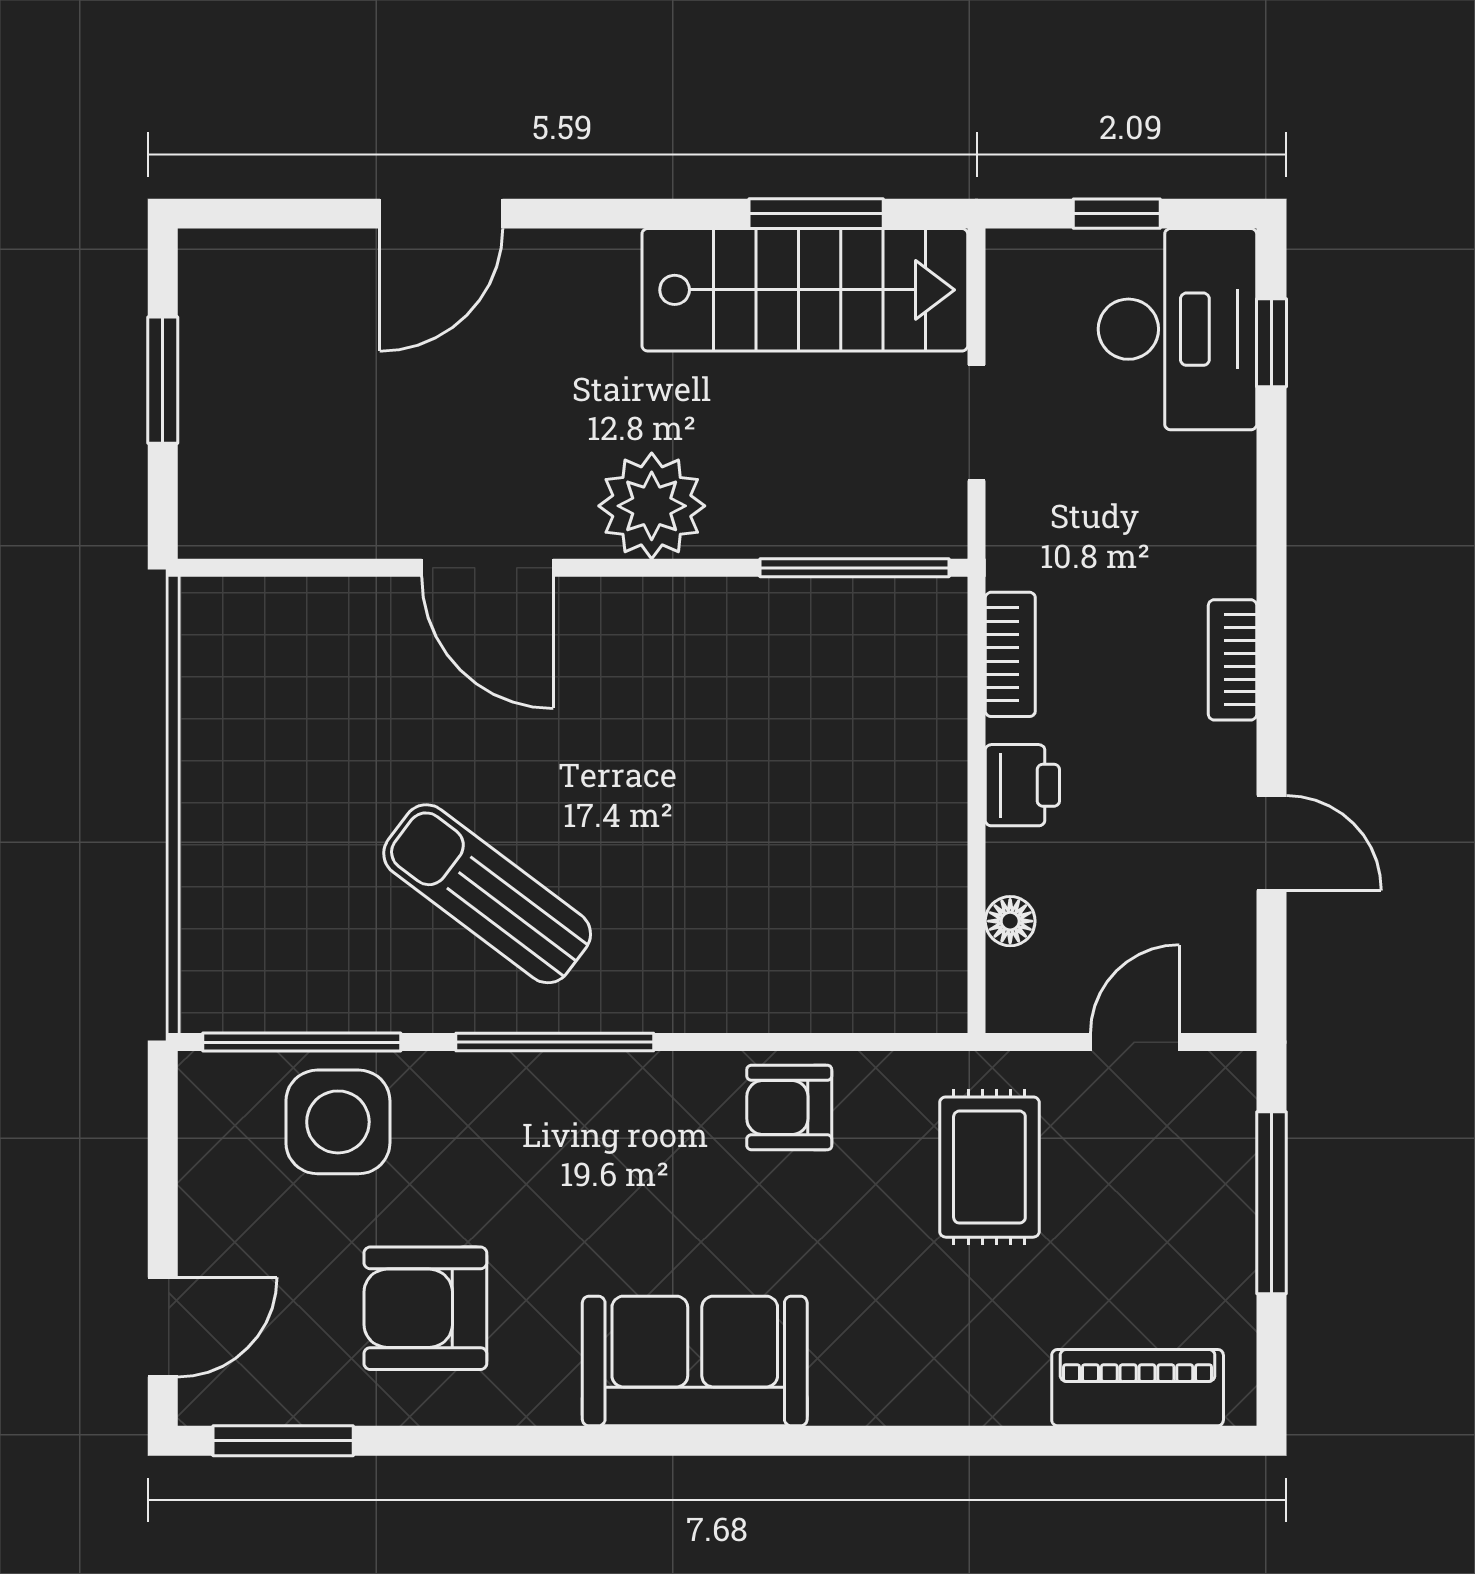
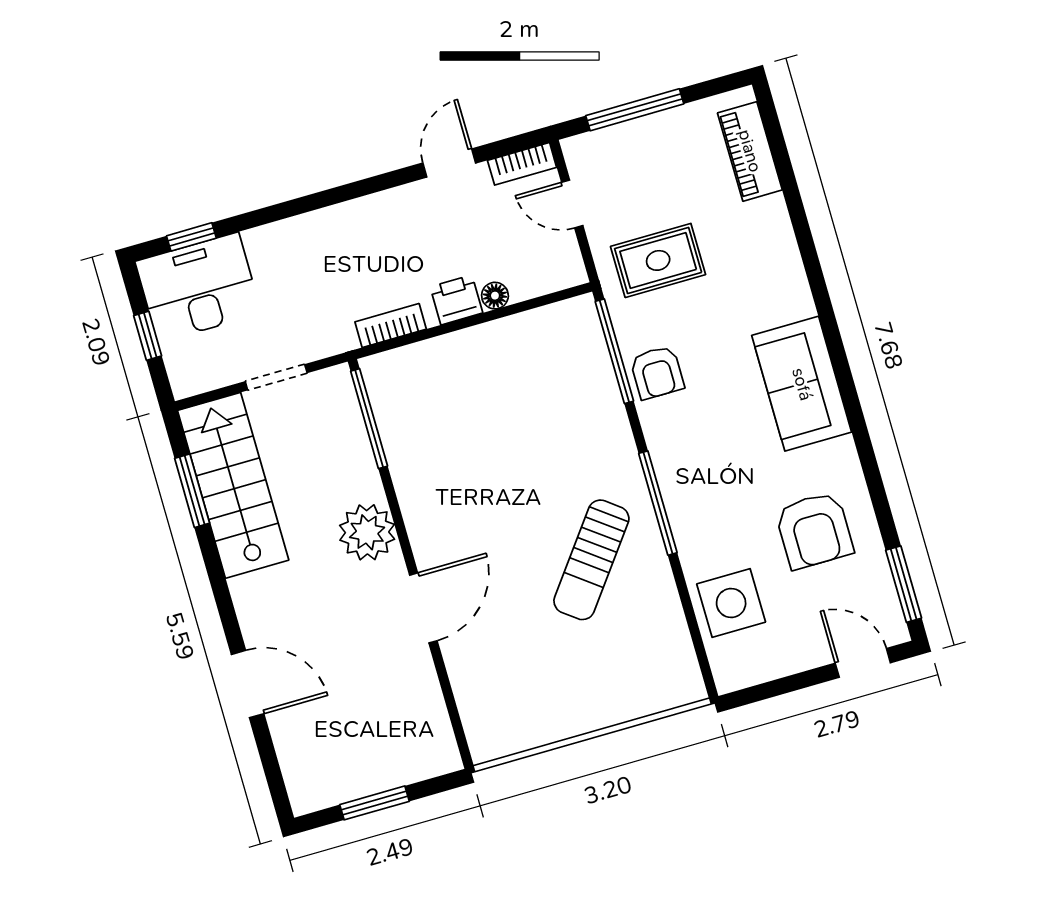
bookcase: (1233, 660) -> (522, 164), moved
floor lamp: (1010, 921) -> (495, 296), moved
window: (302, 1042) -> (614, 351), moved

